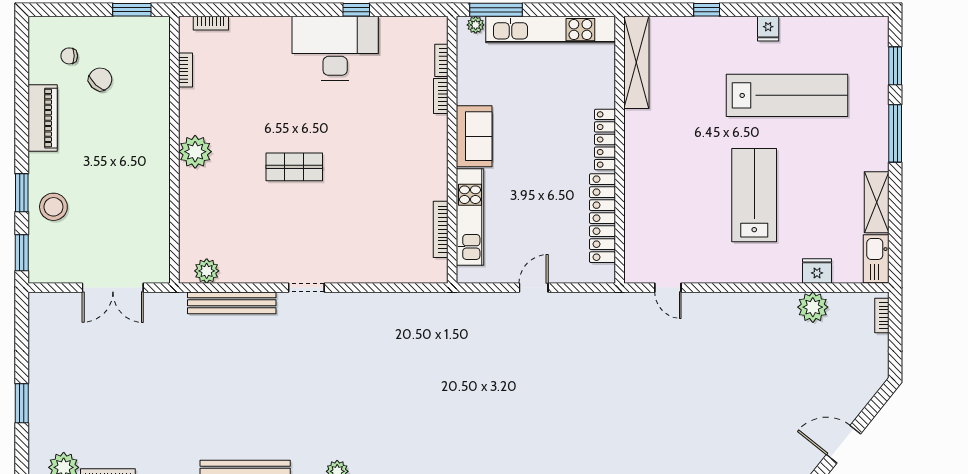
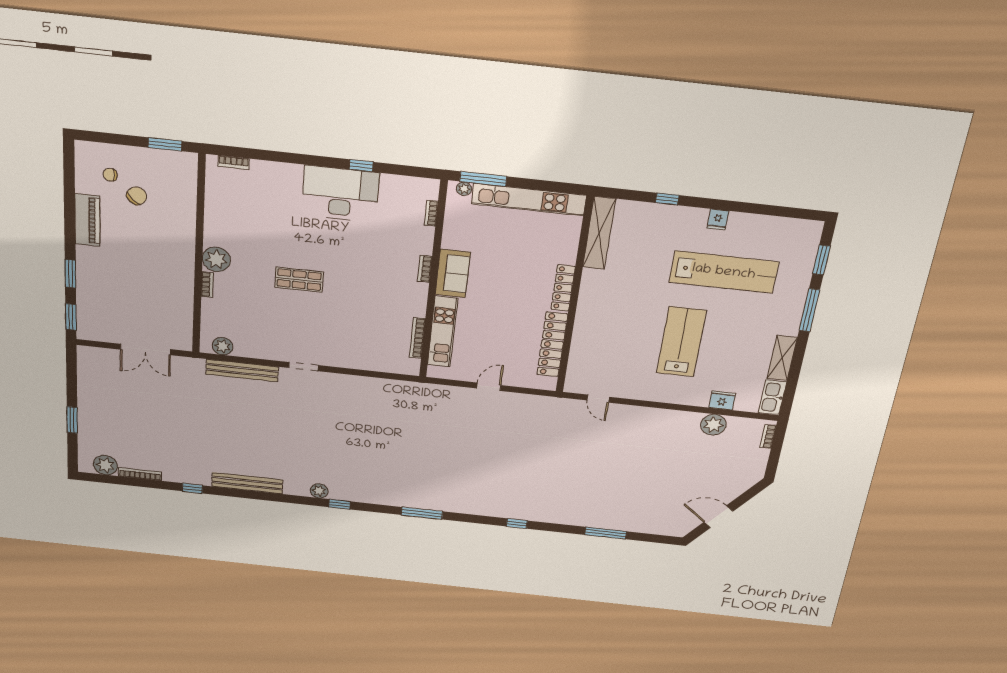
bookcase: (185, 70) -> (207, 284), moved
bookcase: (441, 96) -> (425, 269), moved
stool: (53, 207) -> (97, 287), removed

